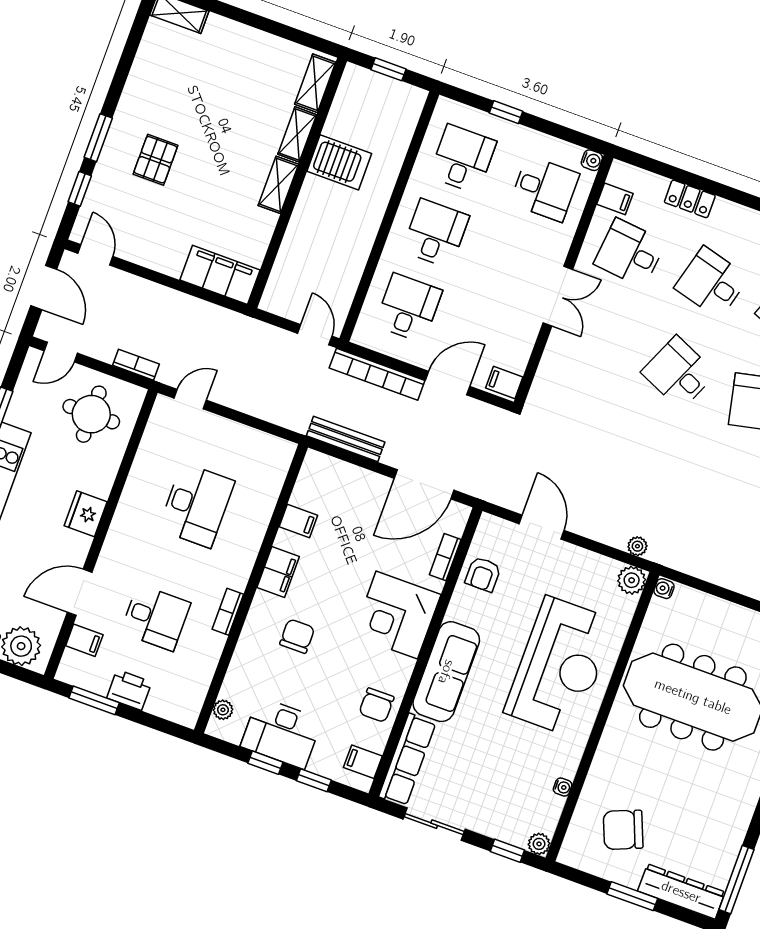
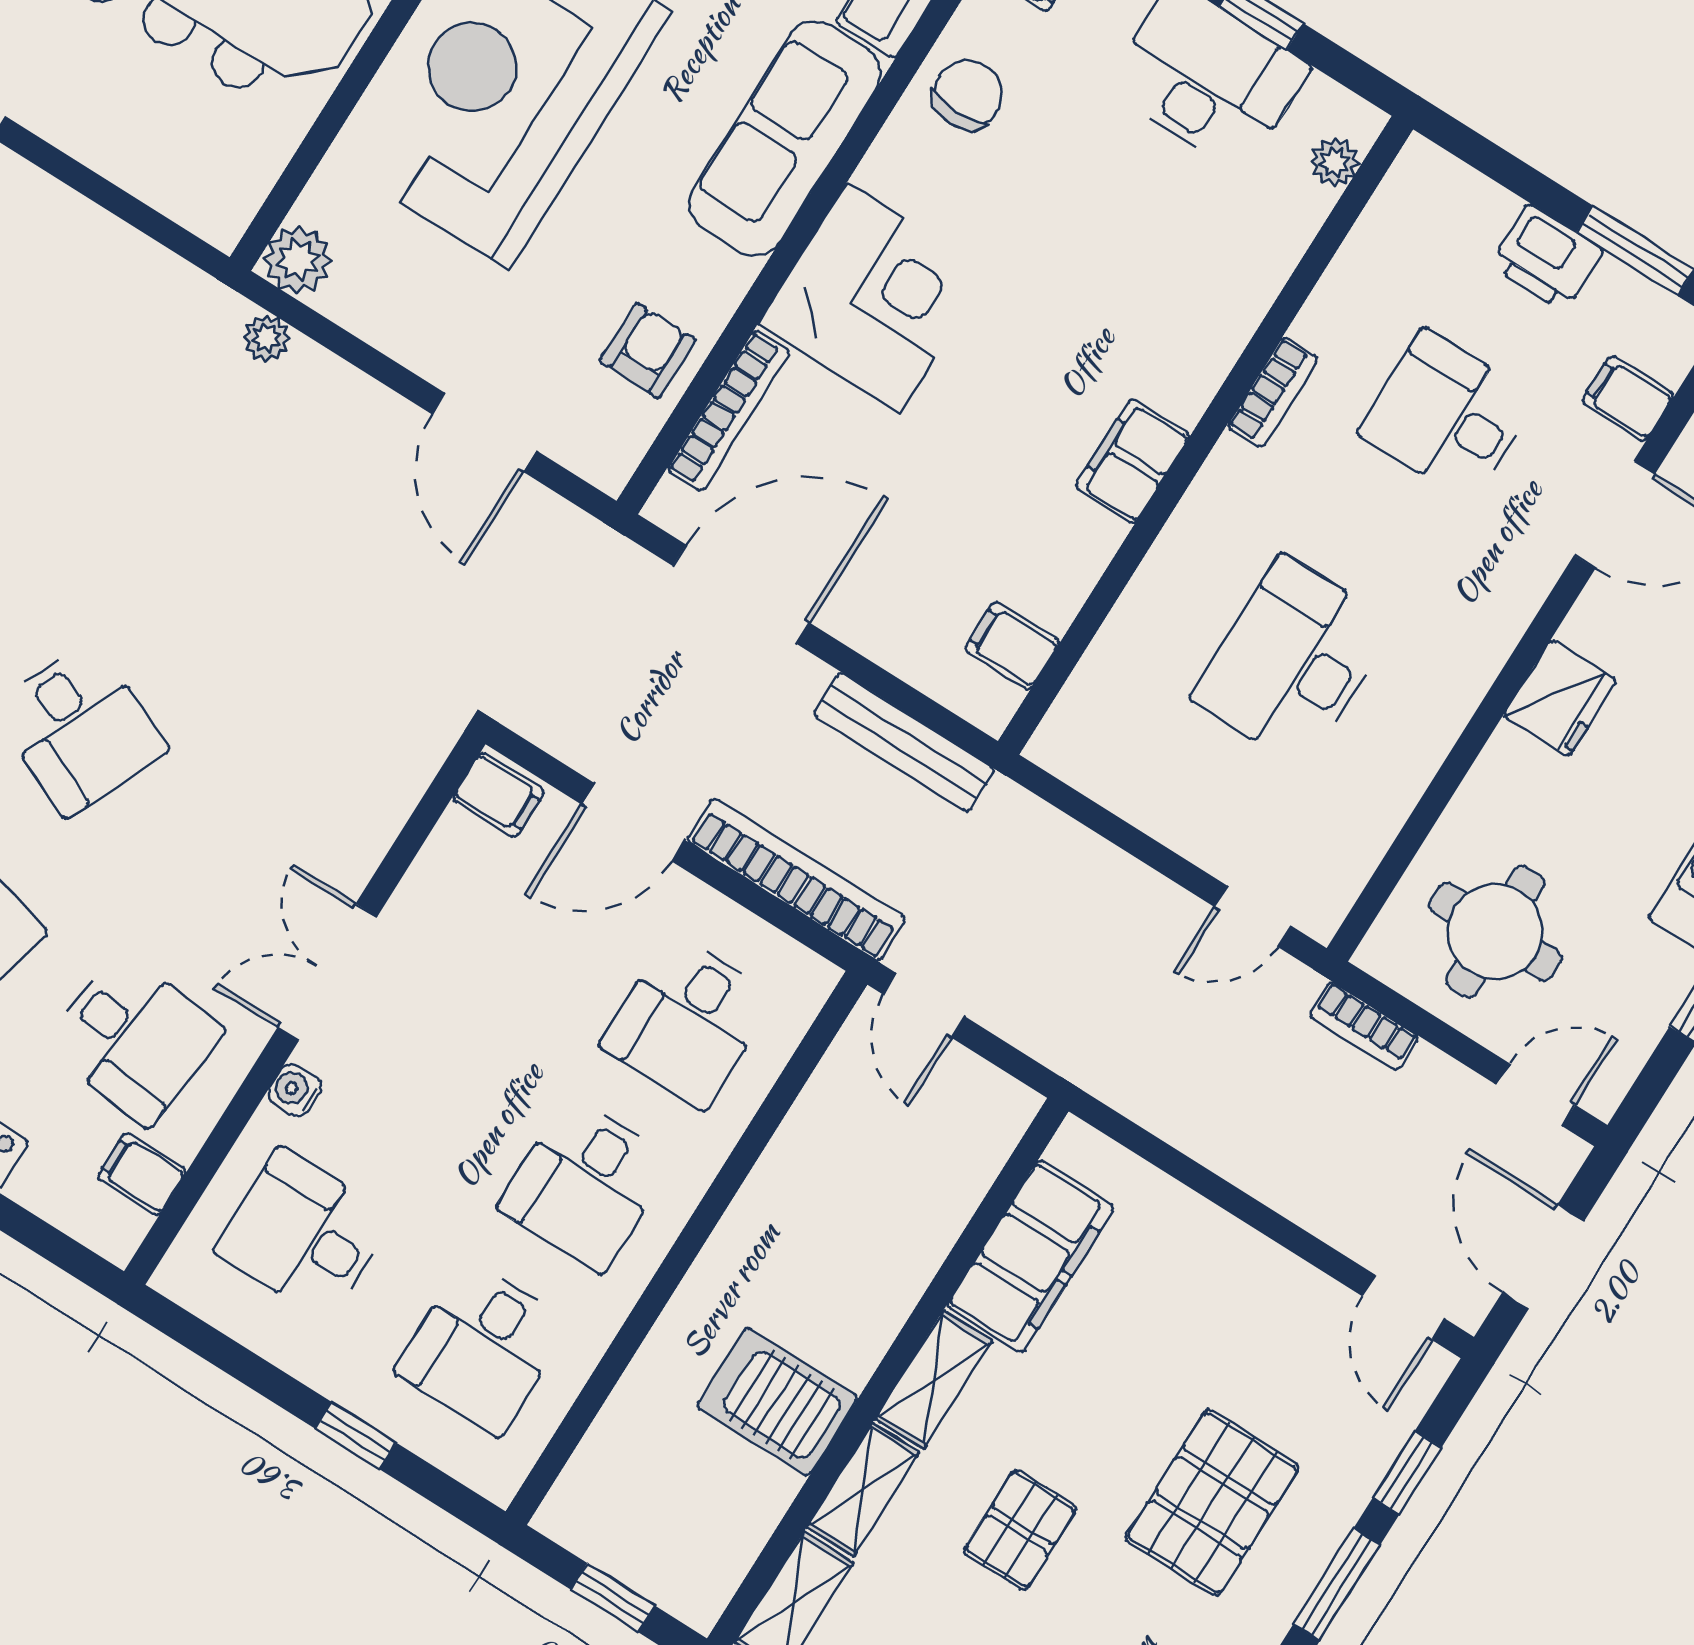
pallet: (230, 132) -> (1020, 1530), added
pallet: (156, 160) -> (1212, 1503), width x1.50, depth x1.42
water cooler: (592, 160) -> (295, 1090), moved
filing cabinet: (220, 275) -> (1031, 1256), moved, turned -90
filing cabinet: (298, 521) -> (1012, 646), moved
bookcase: (445, 557) -> (728, 410), width x1.56
water cooler: (664, 589) -> (225, 224), removed
chair: (297, 636) -> (1120, 299), removed

